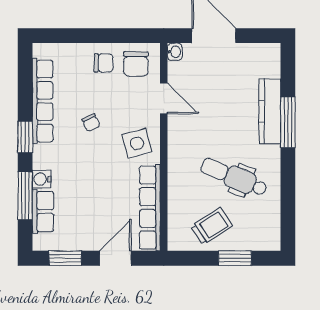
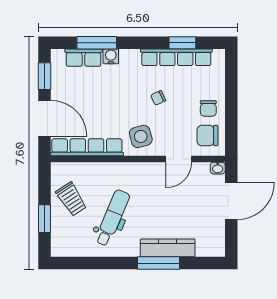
window: (25, 137) -> (182, 43), moved
door: (115, 258) -> (44, 118), width x1.36

